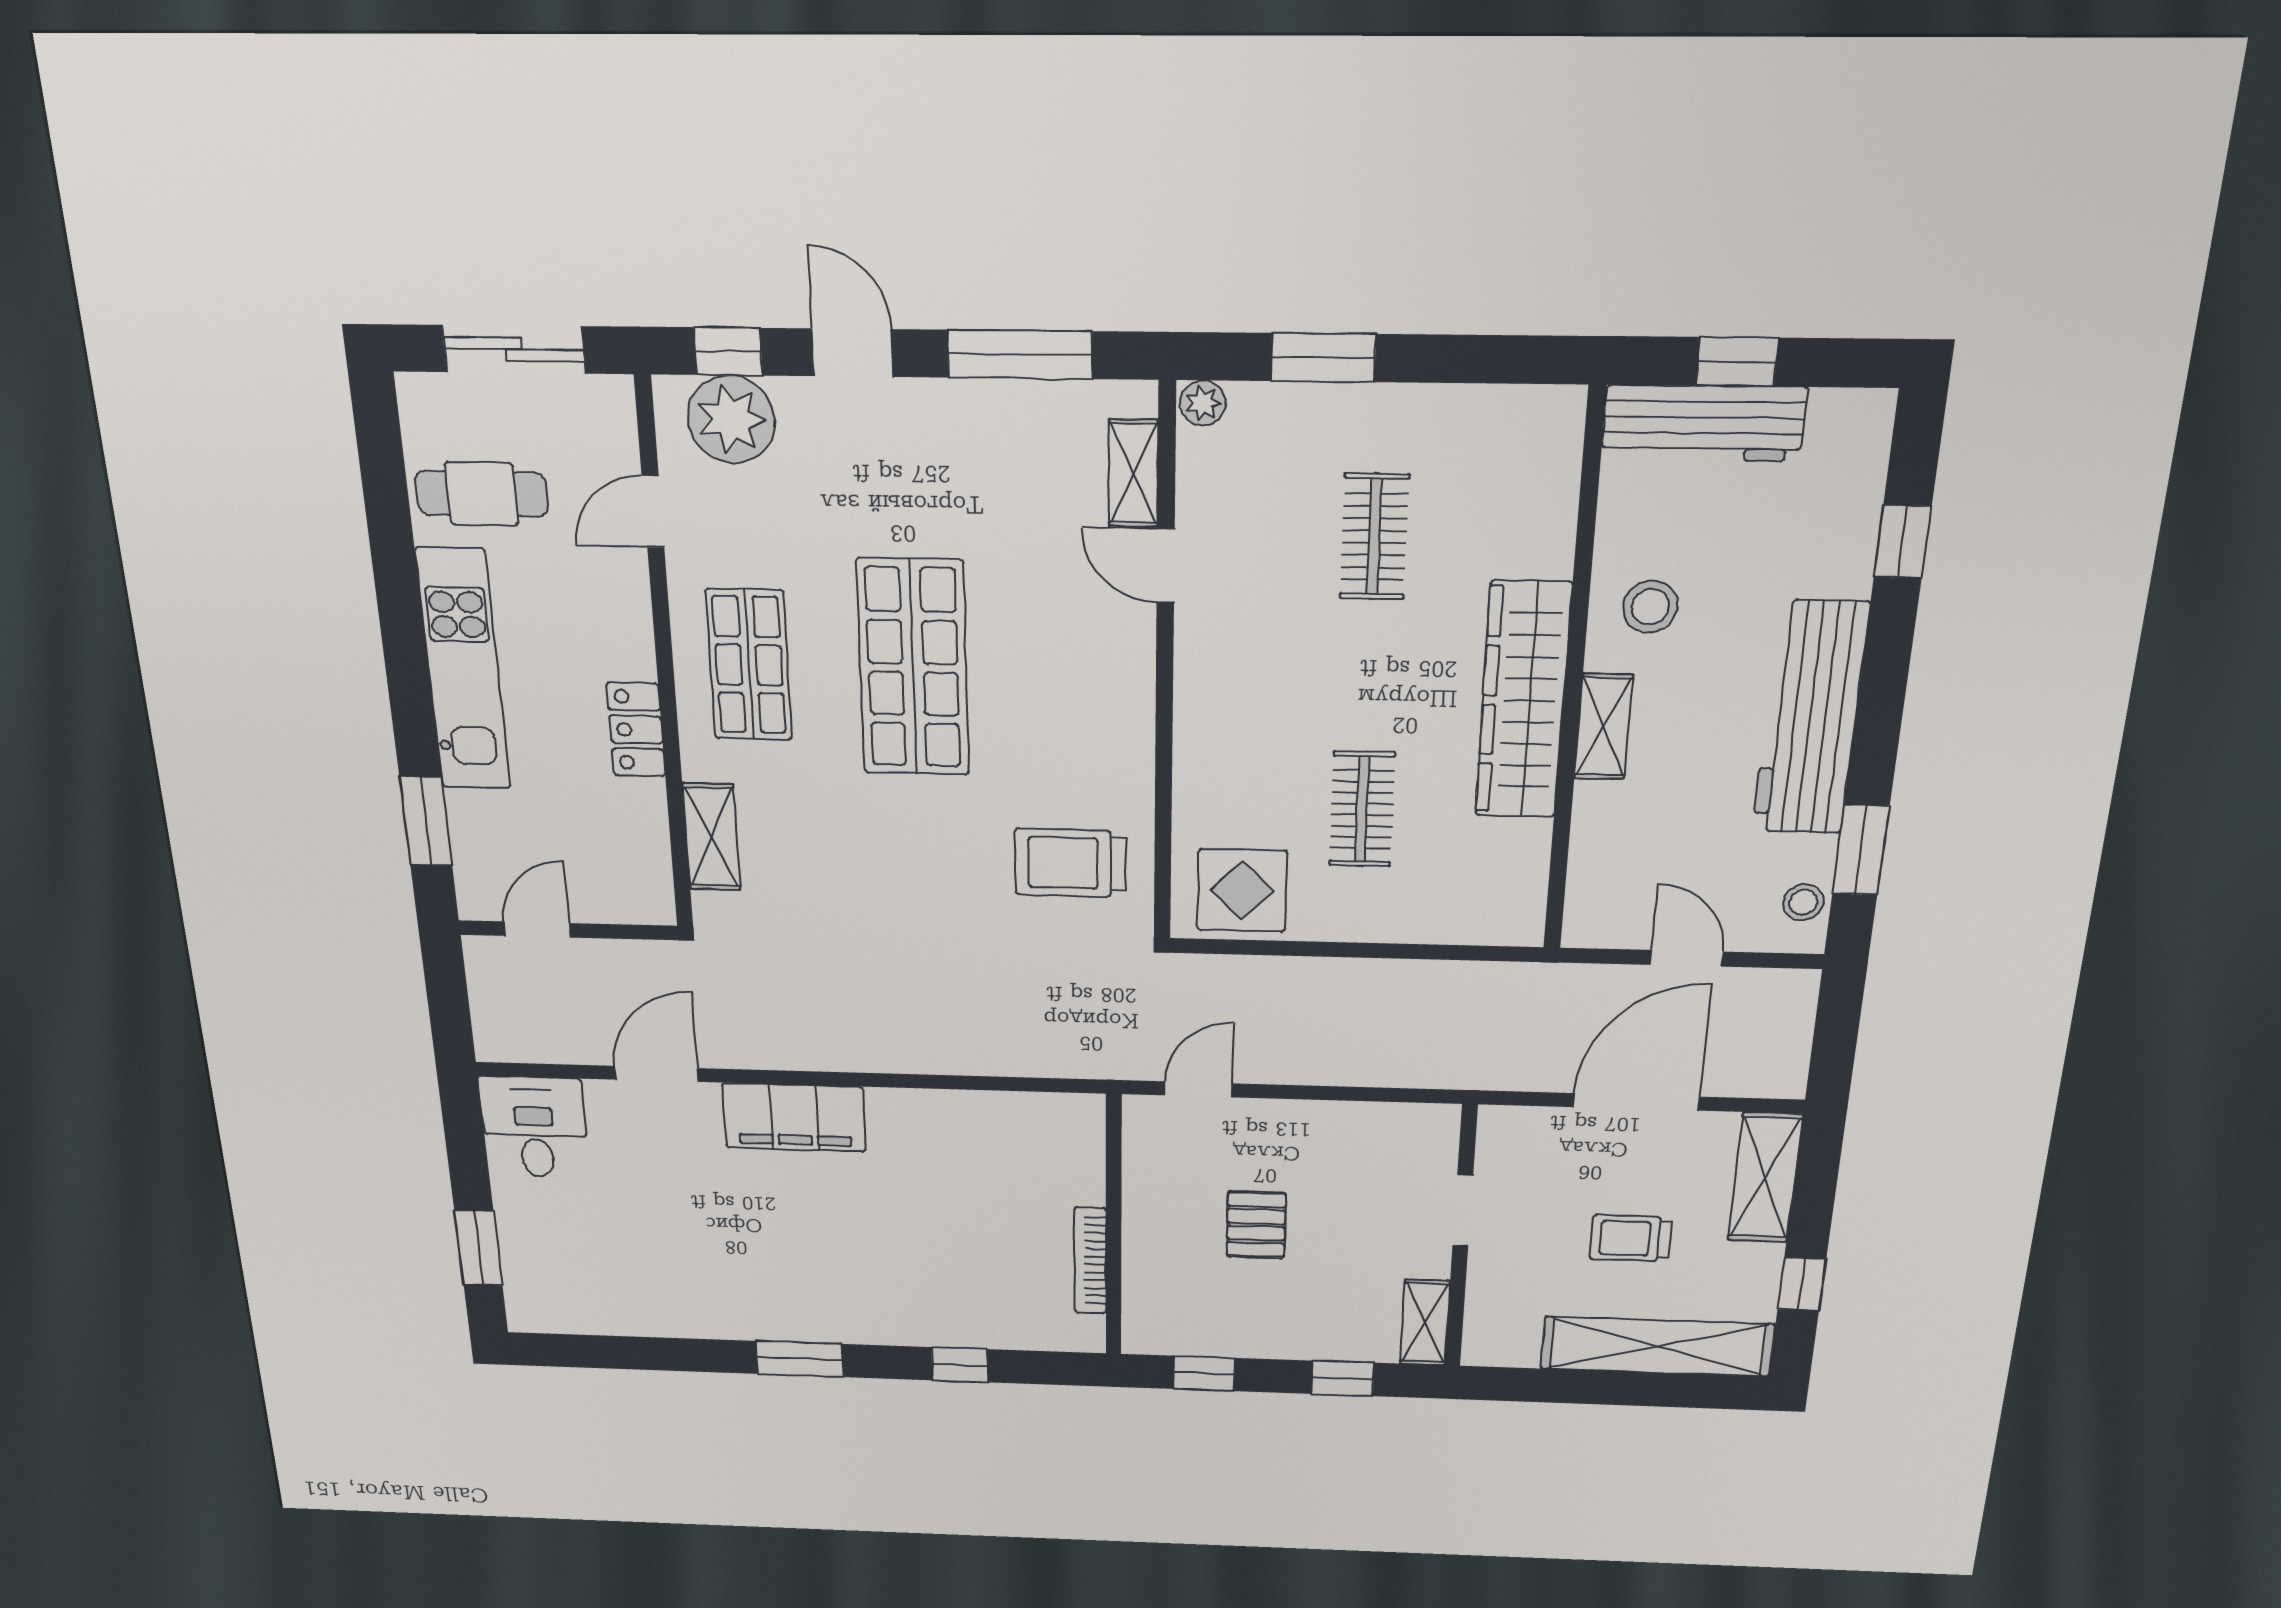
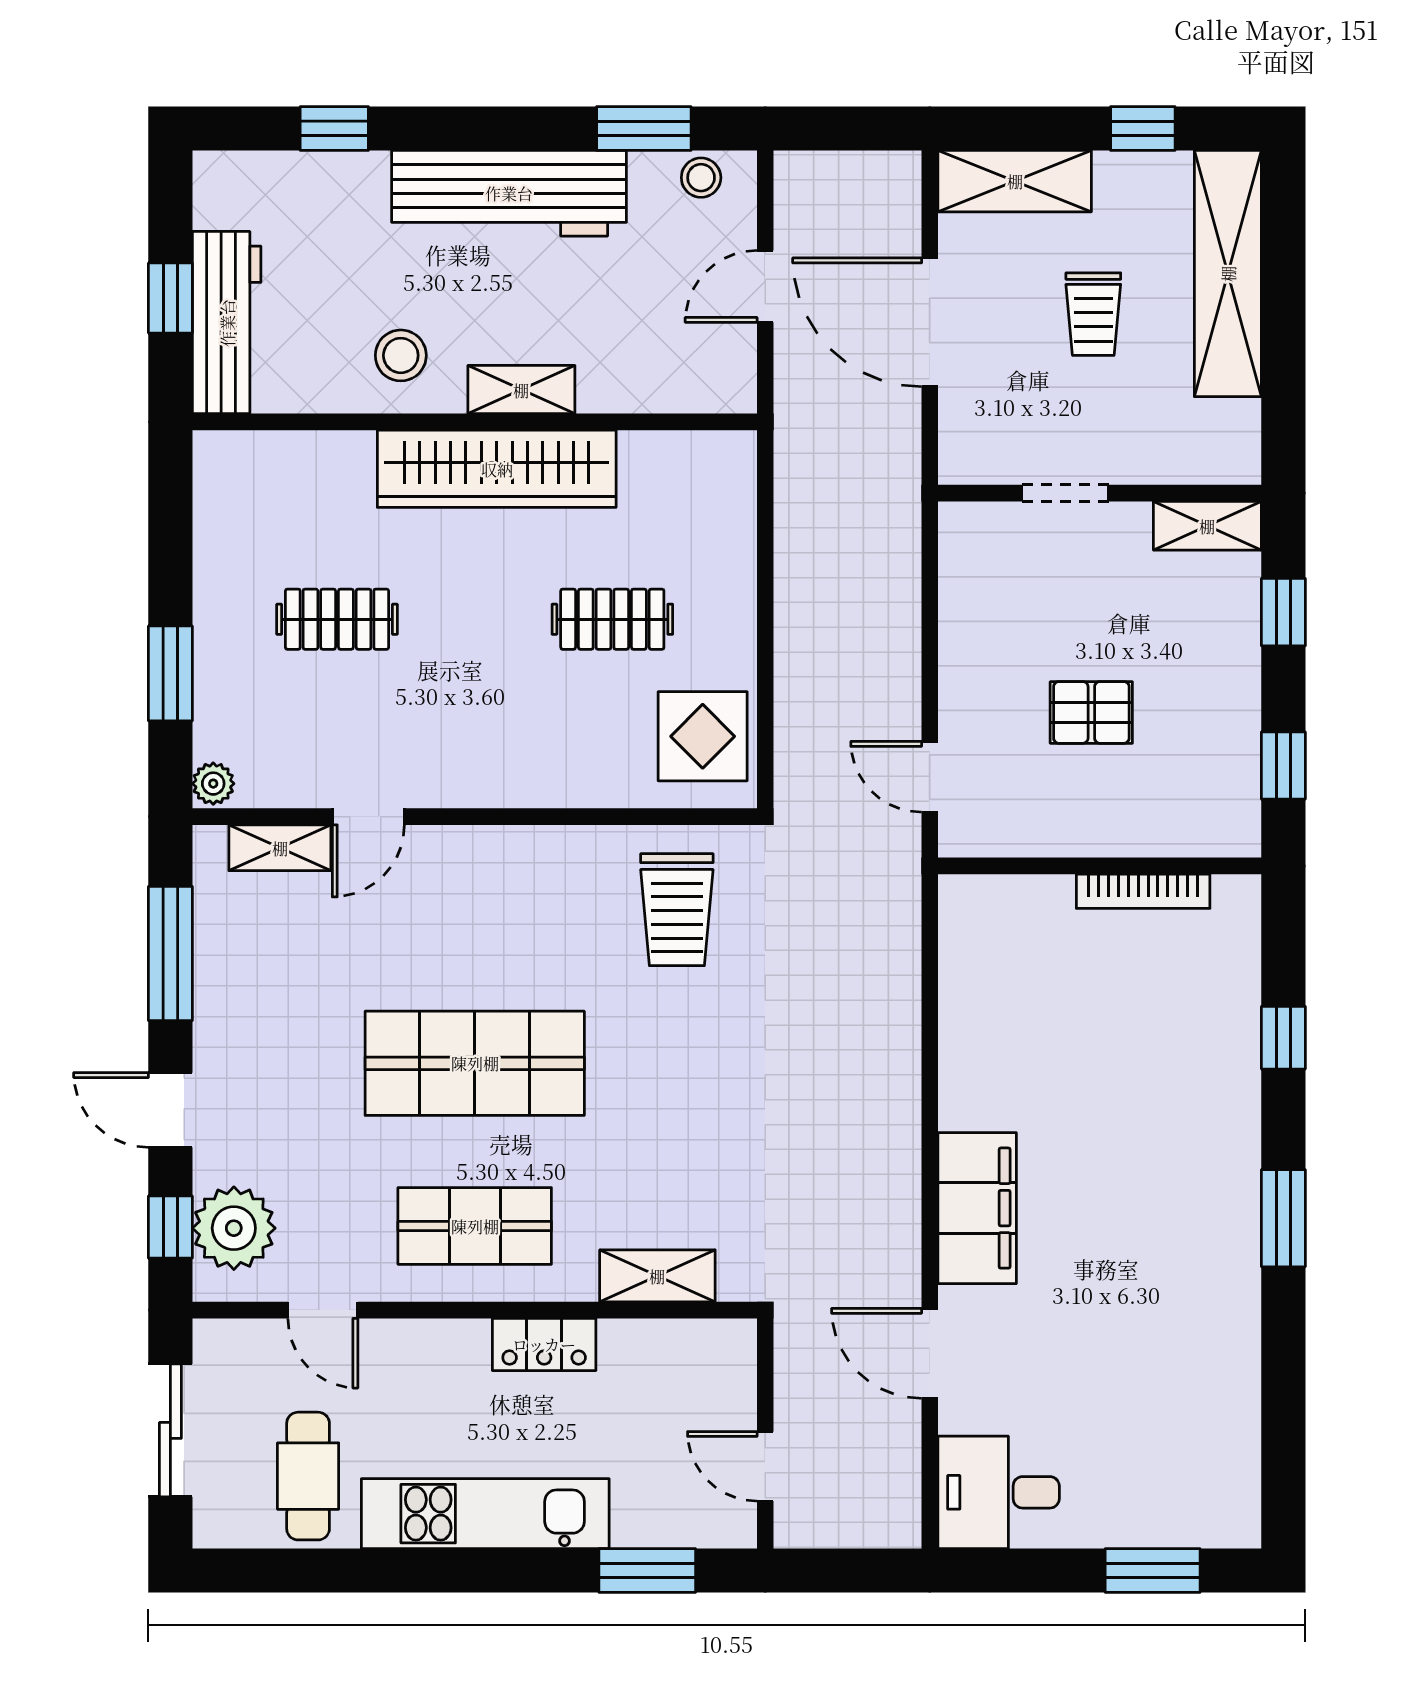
door: (852, 353) -> (170, 1110), hinge flipped

